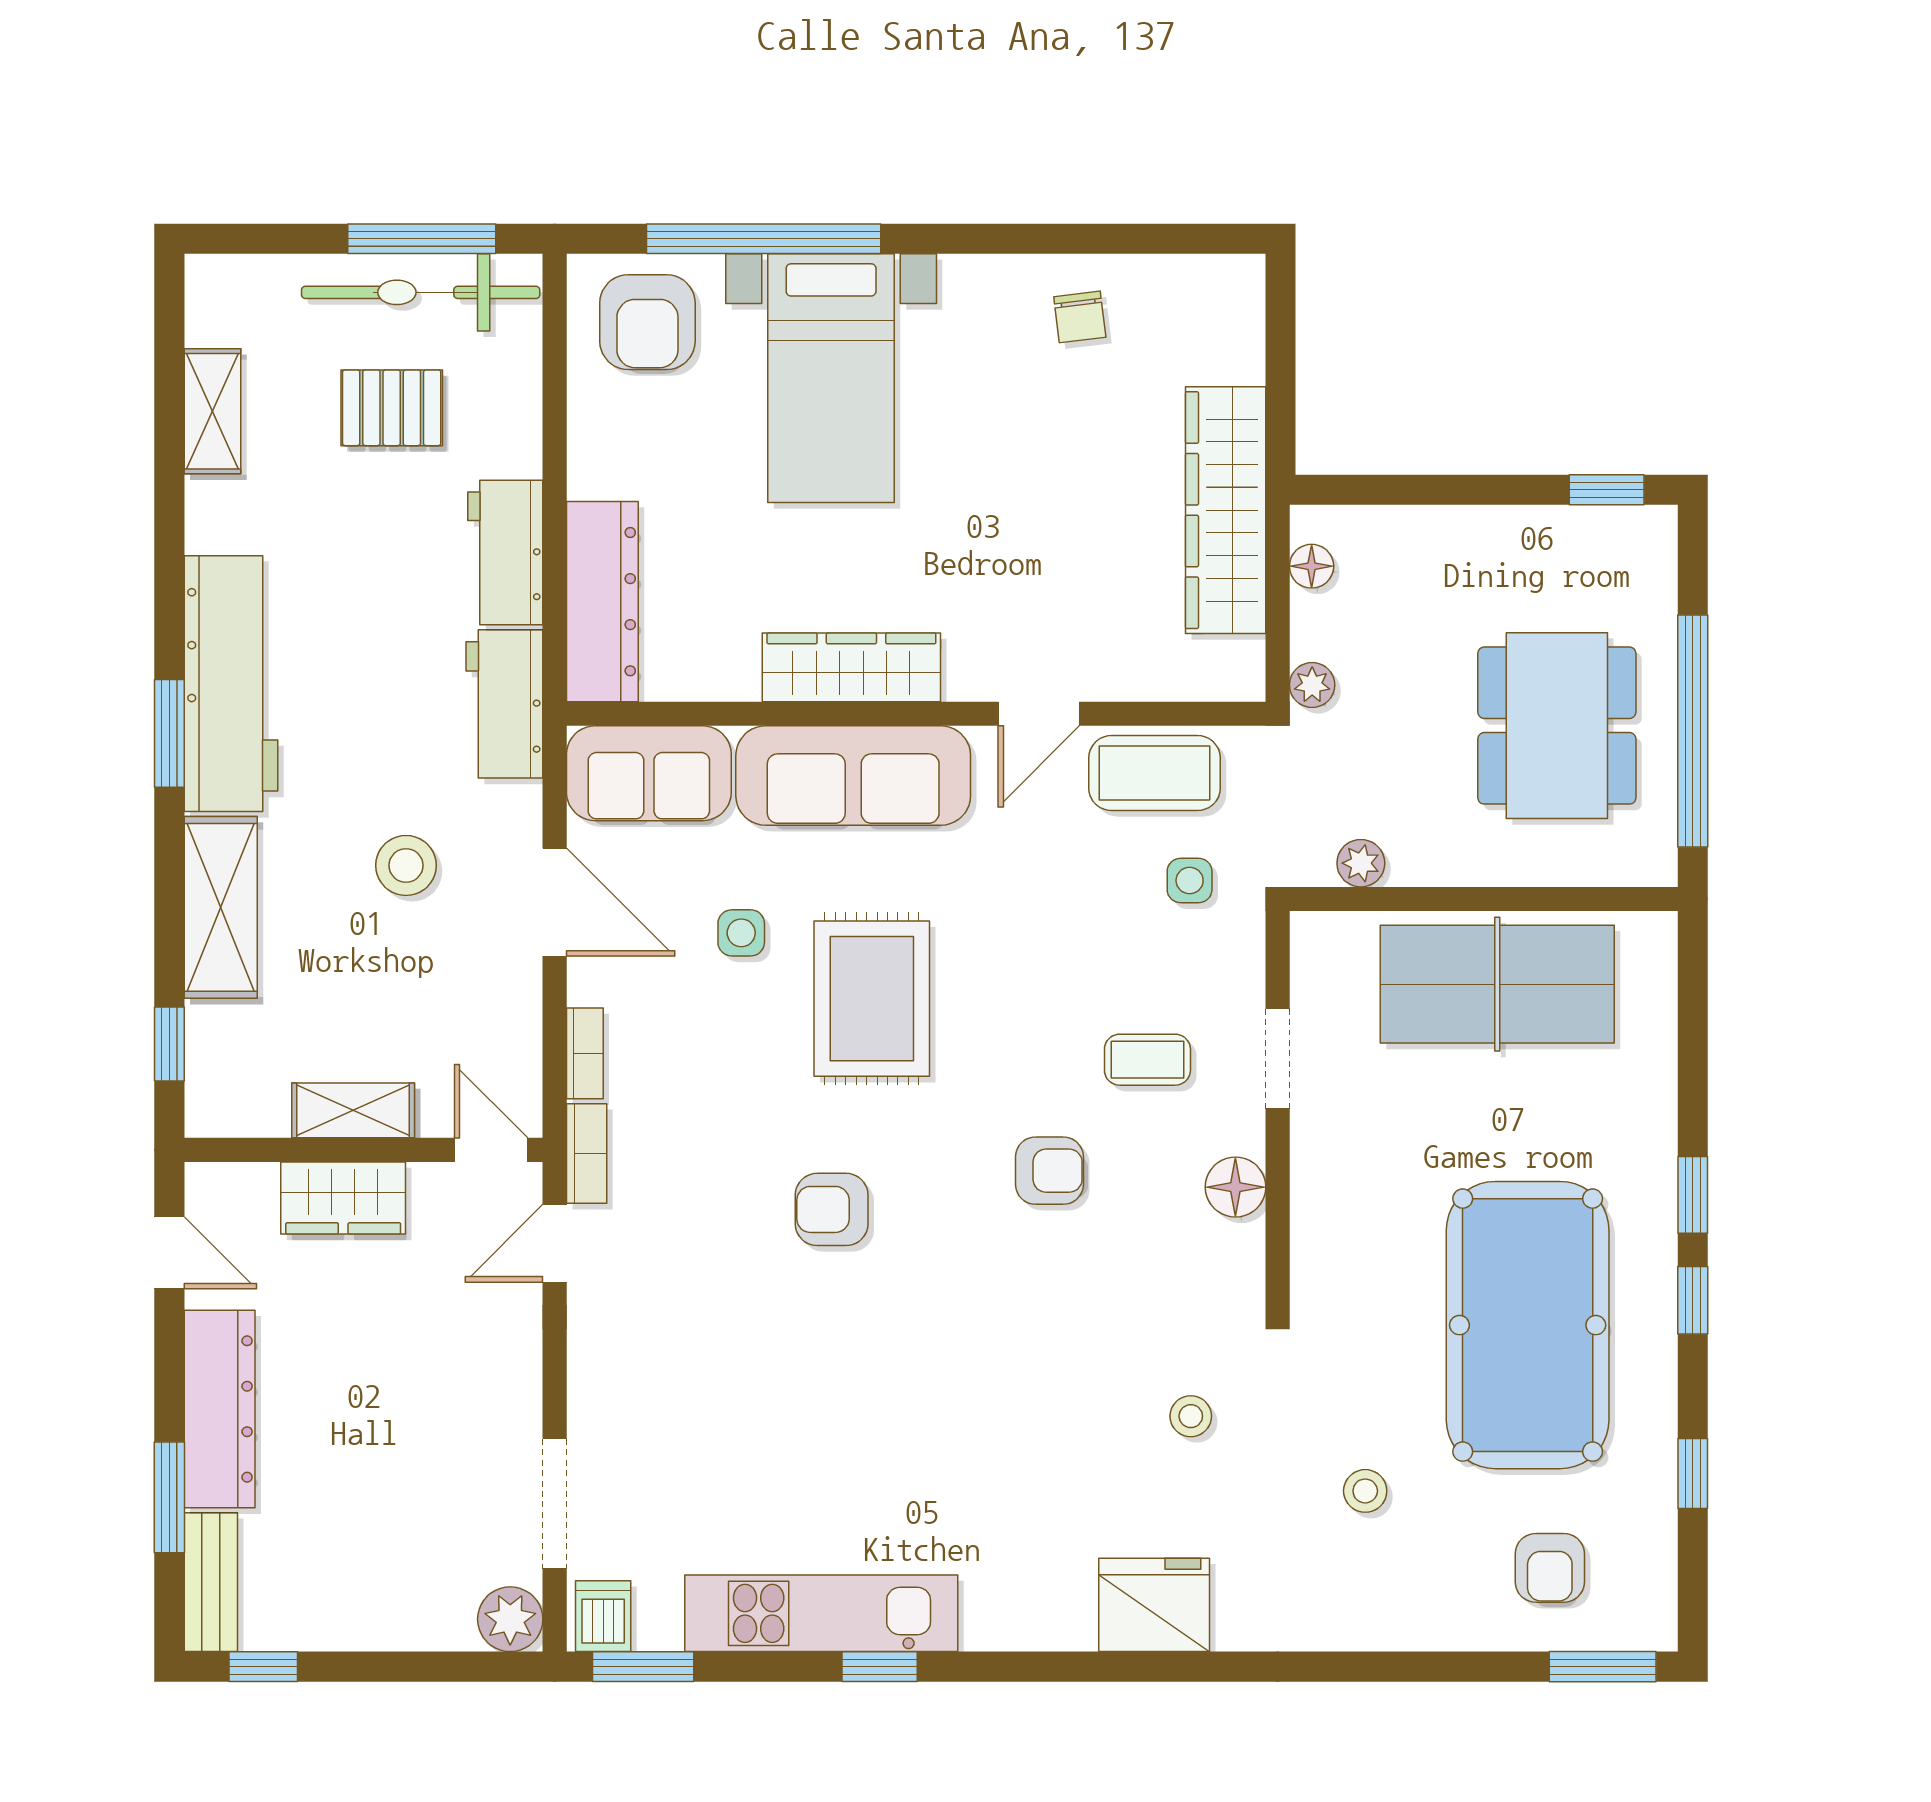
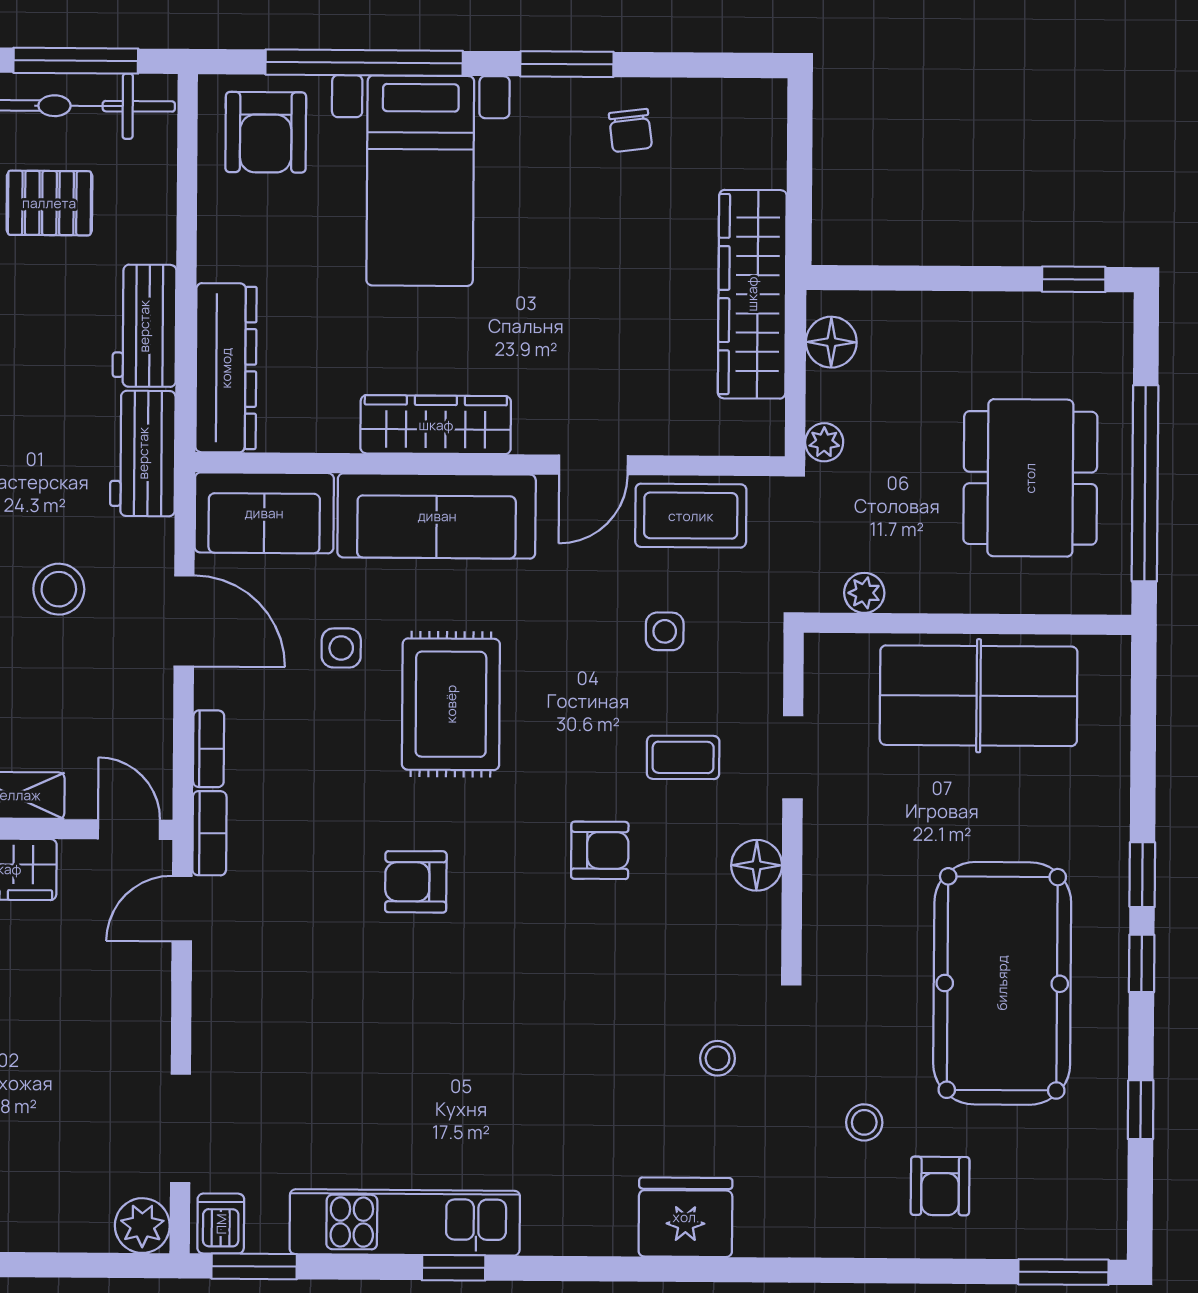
window: (1004, 239) -> (567, 64), added
floor lamp: (1312, 566) -> (831, 342), width x1.37, depth x1.37
side table: (1190, 881) -> (665, 631), moved
armchair: (1550, 1568) -> (940, 1186), moved

